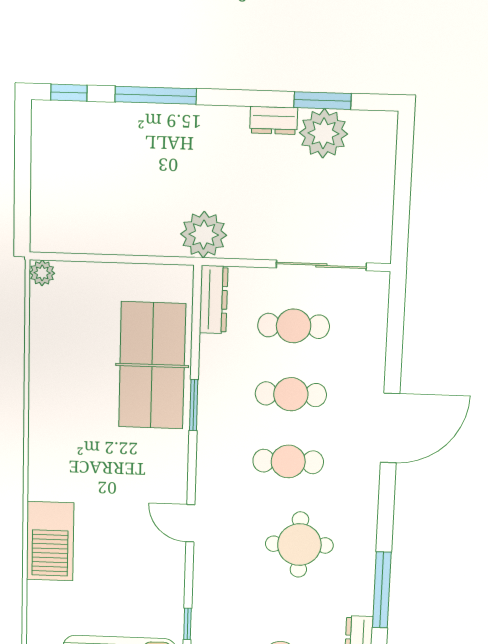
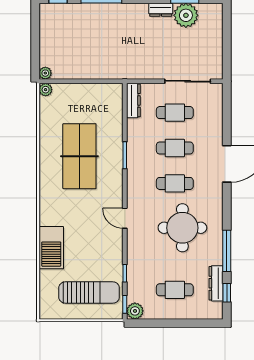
plant: (204, 235) -> (45, 73), moved, width x0.53, depth x0.53
table tennis table: (152, 365) -> (79, 156), moved
barbecue: (50, 541) -> (51, 248), moved
round table: (299, 545) -> (182, 228), width x1.36, depth x1.36

